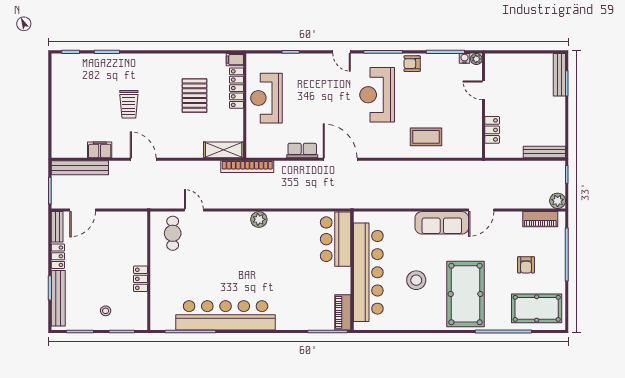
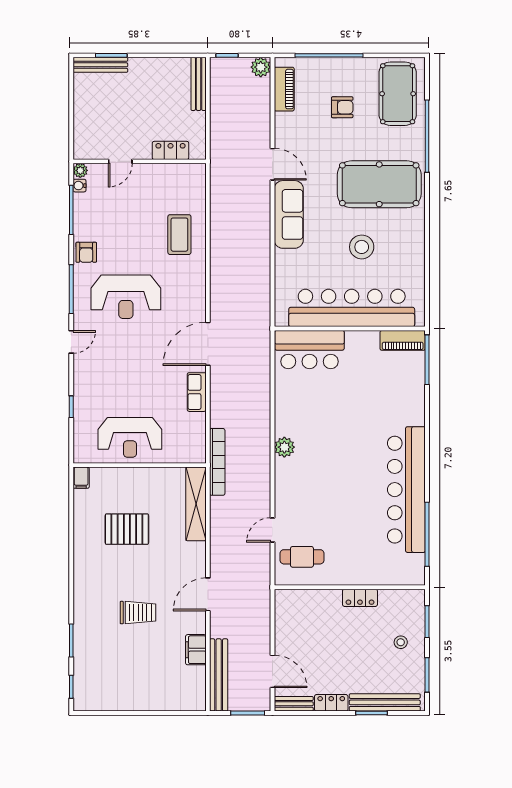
locker: (236, 88) -> (117, 476), removed
shelving: (224, 150) -> (196, 504), width x1.47

